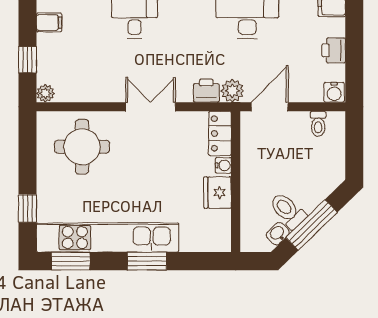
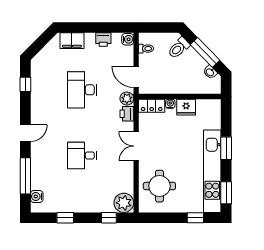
filing cabinet: (49, 22) -> (87, 205), removed
plant: (45, 93) -> (124, 203), width x1.88, depth x1.88
toilet: (288, 211) -> (179, 48), moved

